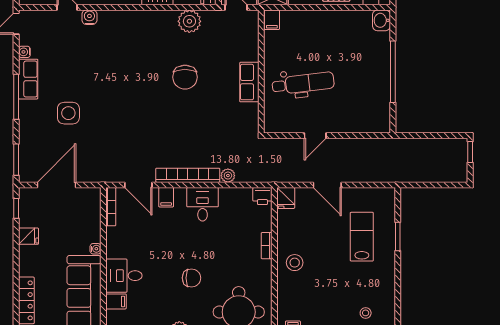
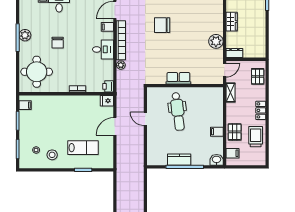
filing cabinet: (272, 20) -> (217, 132), moved
chair: (185, 77) -> (162, 25), moved
kitchen counter: (381, 81) -> (179, 160), added
stool: (295, 263) -> (52, 155), moved

